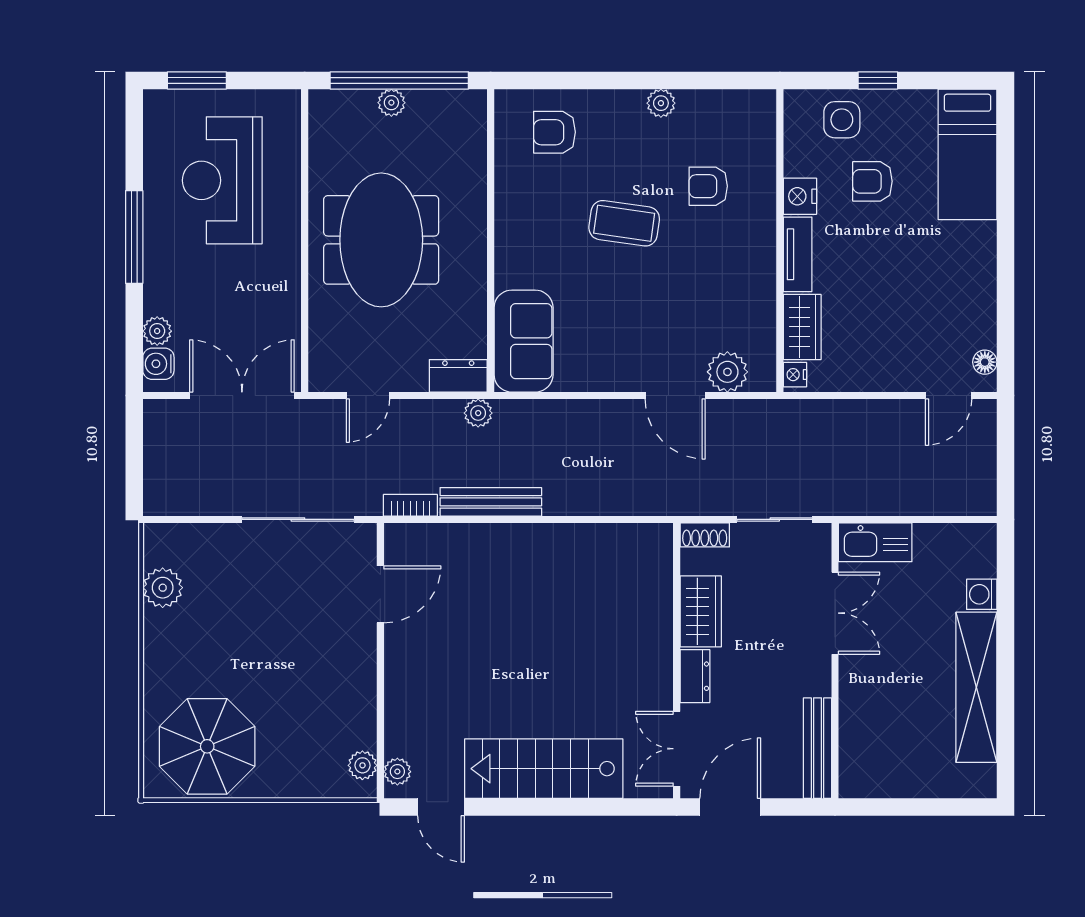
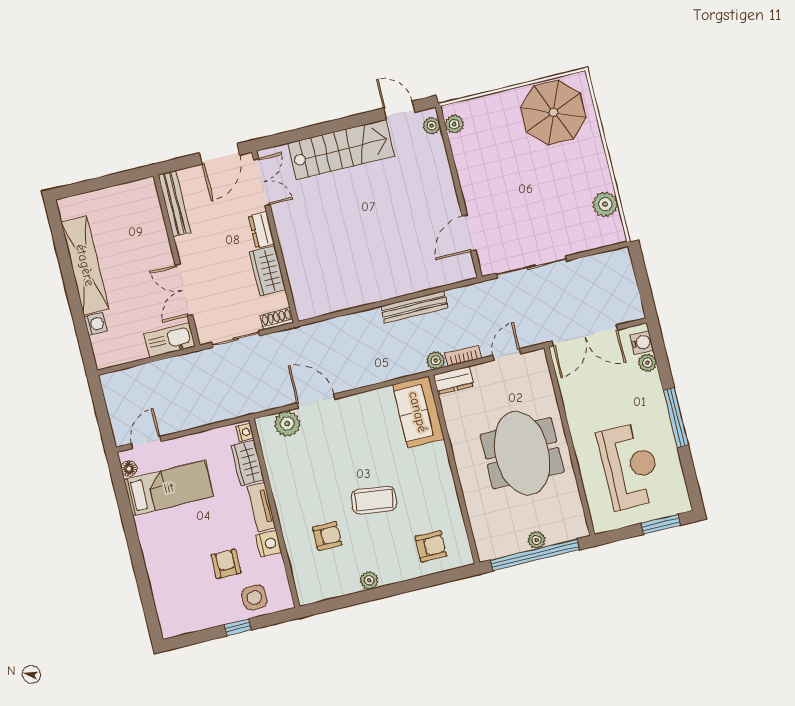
bed: (967, 154) -> (169, 488), moved, turned 90
armchair: (872, 181) -> (226, 564), turned -90
bookcase: (410, 505) -> (463, 356), moved, turned 180

